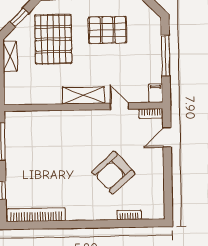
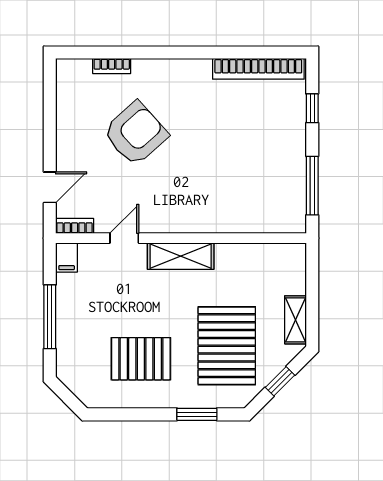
door: (119, 106) -> (124, 238), swing flipped

